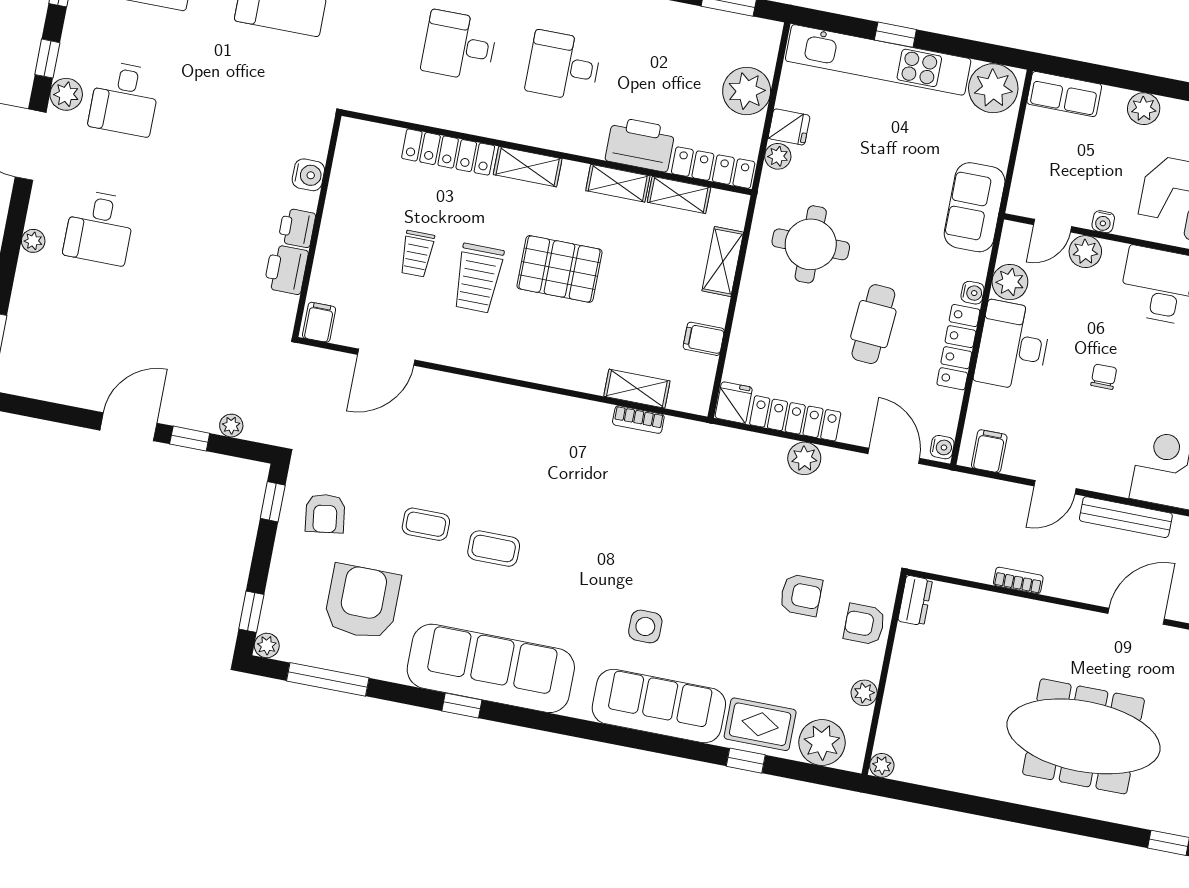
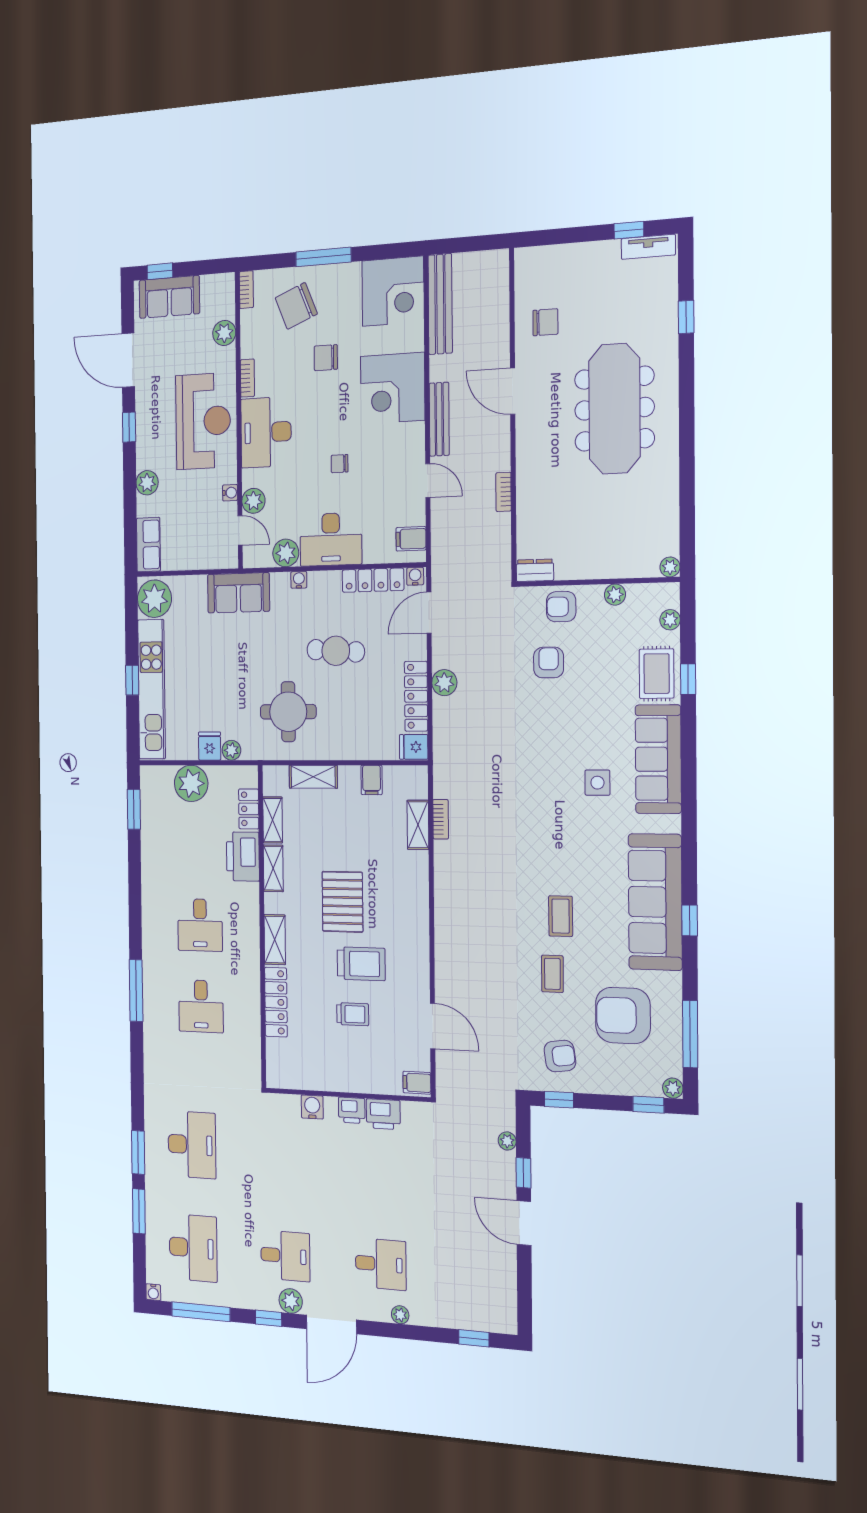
locker: (713, 168) -> (249, 809), width x0.66
locker: (958, 347) -> (373, 580), moved
armchair: (864, 624) -> (561, 607), turned 90
plant: (822, 742) -> (670, 620), width x0.53, depth x0.53

